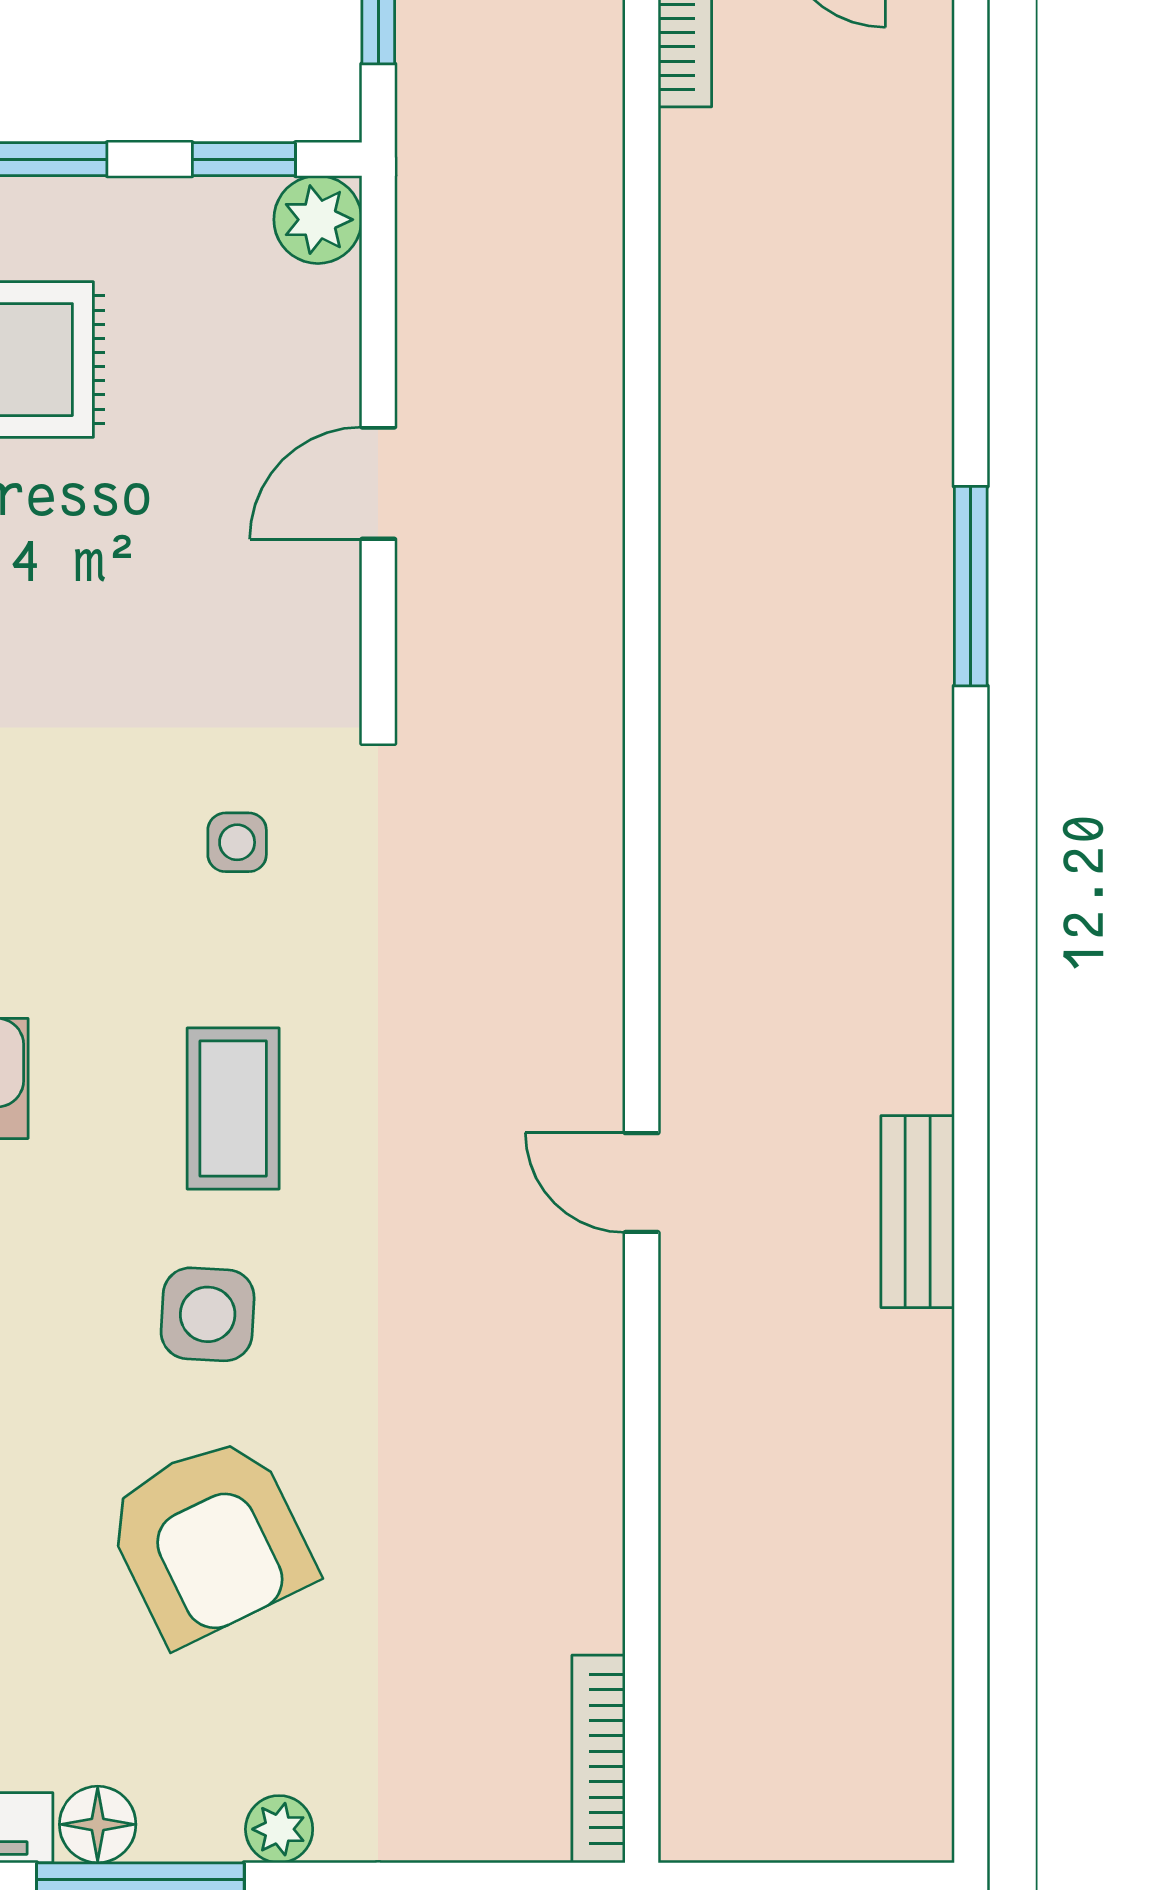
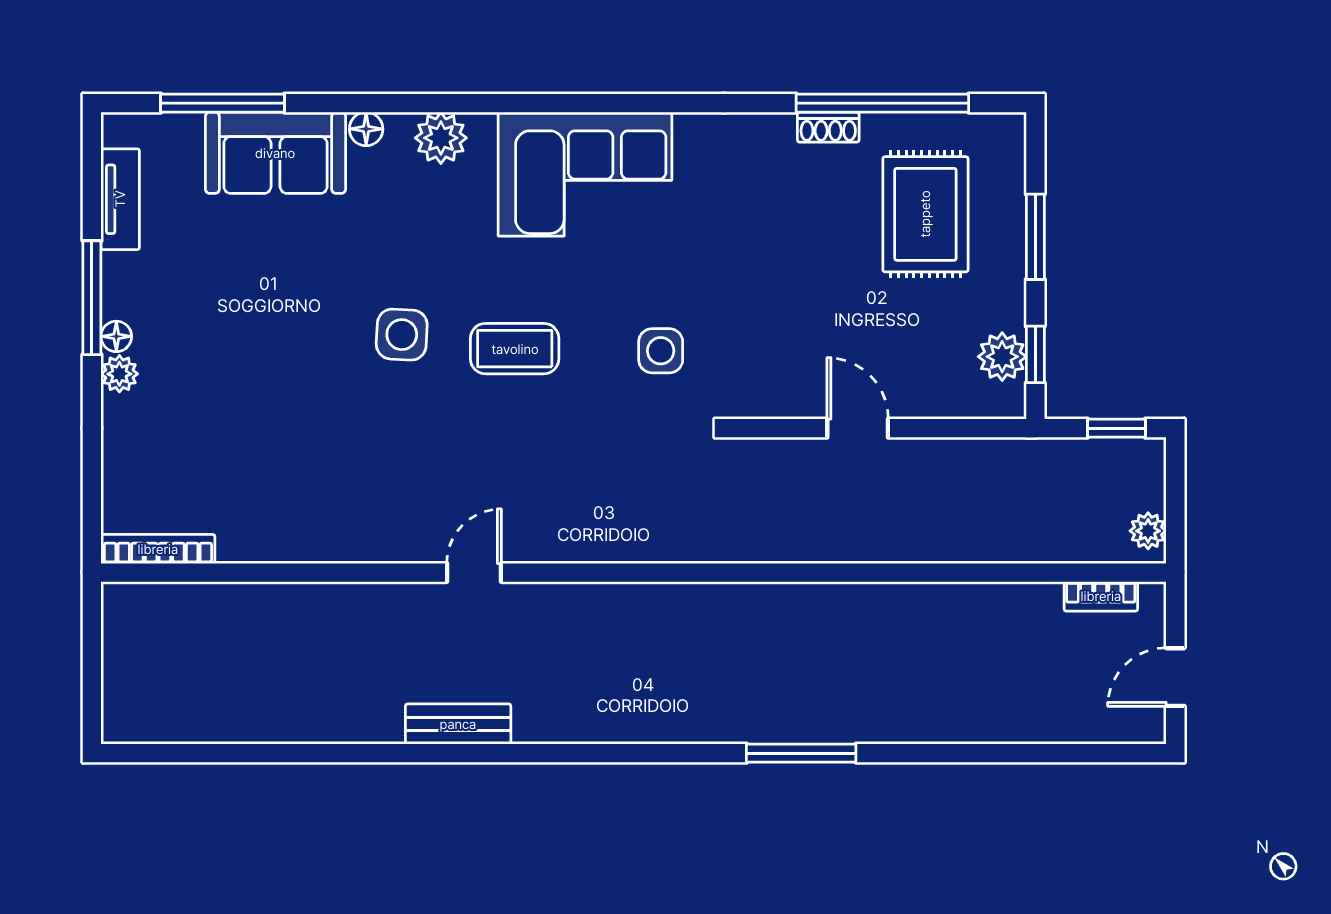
plant: (318, 220) -> (1002, 357), moved
side table: (237, 842) -> (661, 351), width x1.37, depth x1.37
armchair: (209, 1540) -> (278, 336), removed
floor lamp: (98, 1824) -> (116, 336), moved, width x0.73, depth x0.73

